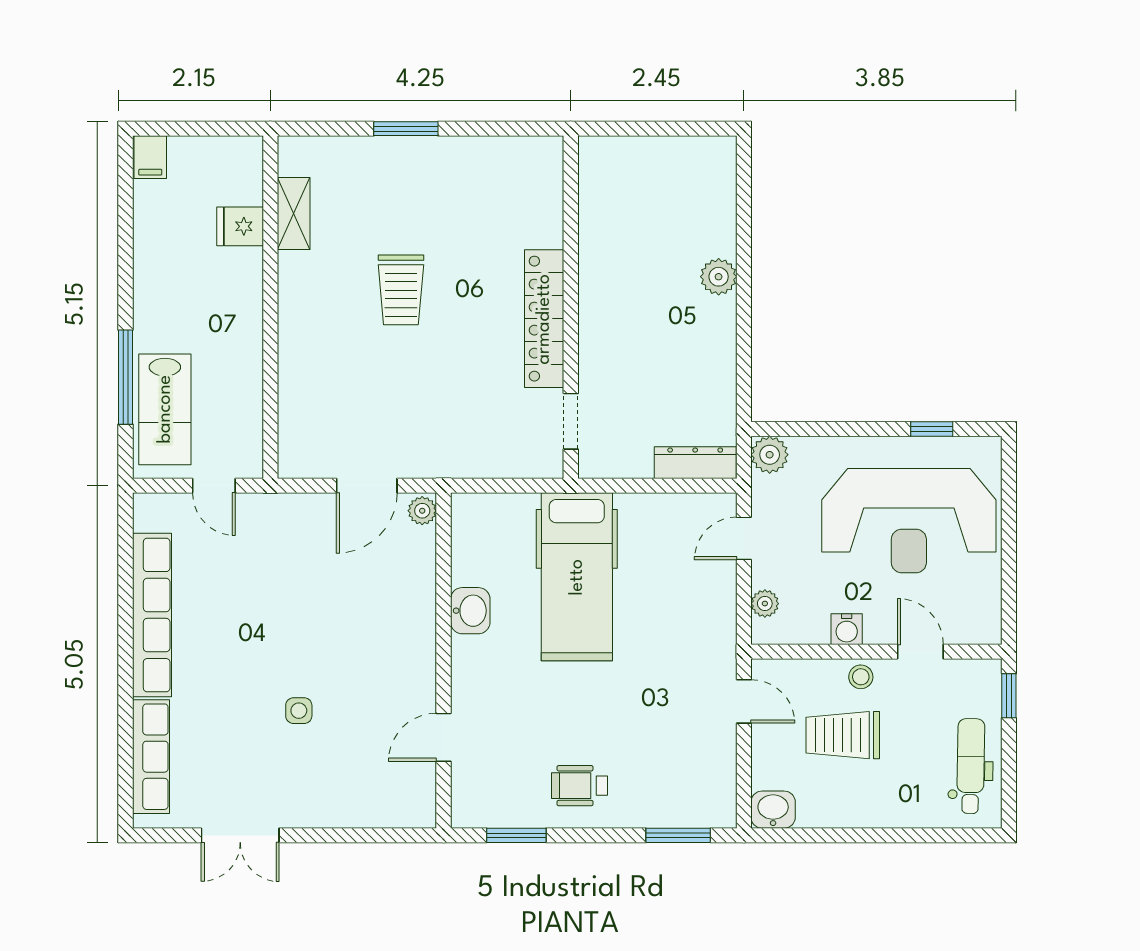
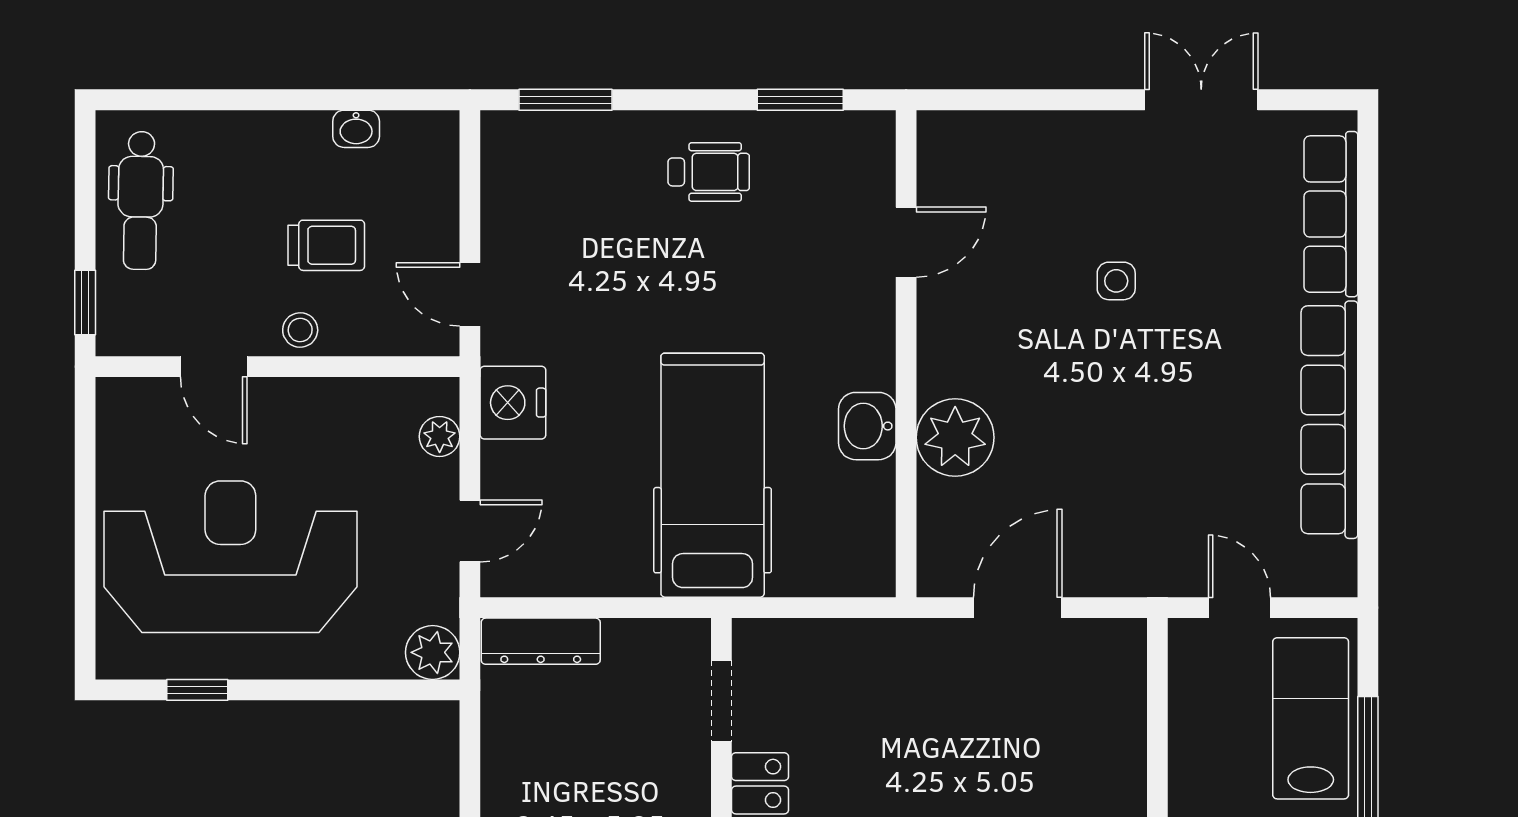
plant: (422, 511) -> (955, 437), moved, width x1.88, depth x1.88
nightstand: (714, 627) -> (513, 403), added
water cooler: (847, 629) -> (321, 399), removed
trolley: (843, 735) -> (326, 245), width x0.73, depth x0.72
washbasin: (773, 810) -> (356, 129), moved, width x0.72, depth x0.69

